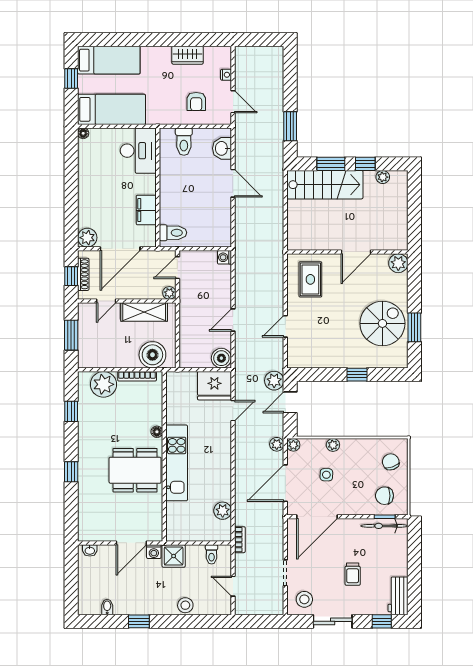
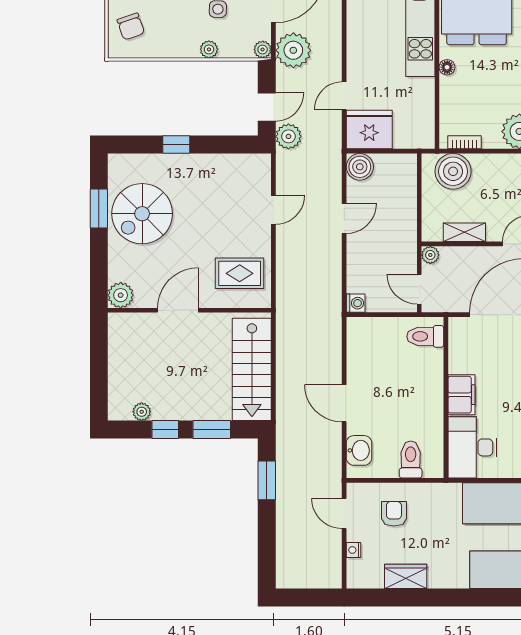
stairs: (325, 185) -> (252, 369), moved, turned -90
filing cabinet: (146, 210) -> (461, 395), moved
door: (177, 268) -> (419, 289), swing flipped
rug: (310, 279) -> (240, 273), turned 90
shelving: (144, 312) -> (464, 232), width x0.67, depth x0.75
bookcase: (137, 376) -> (465, 142), width x0.64
plant: (277, 444) -> (293, 50), width x1.87, depth x1.87

